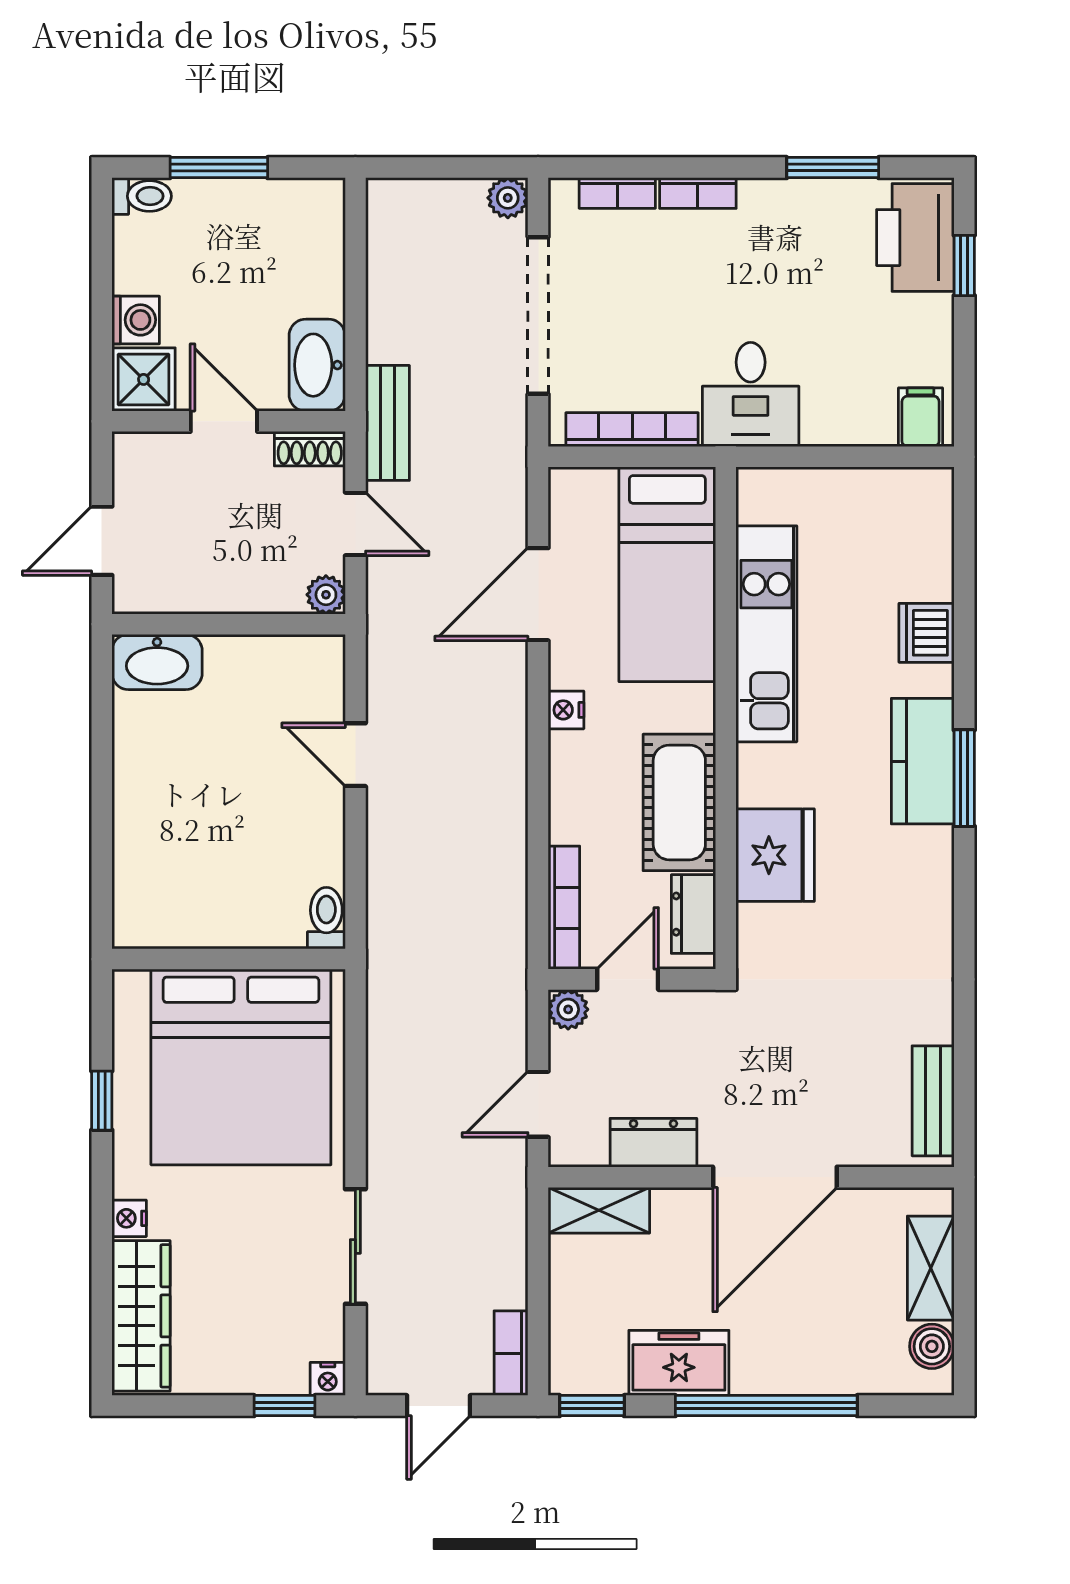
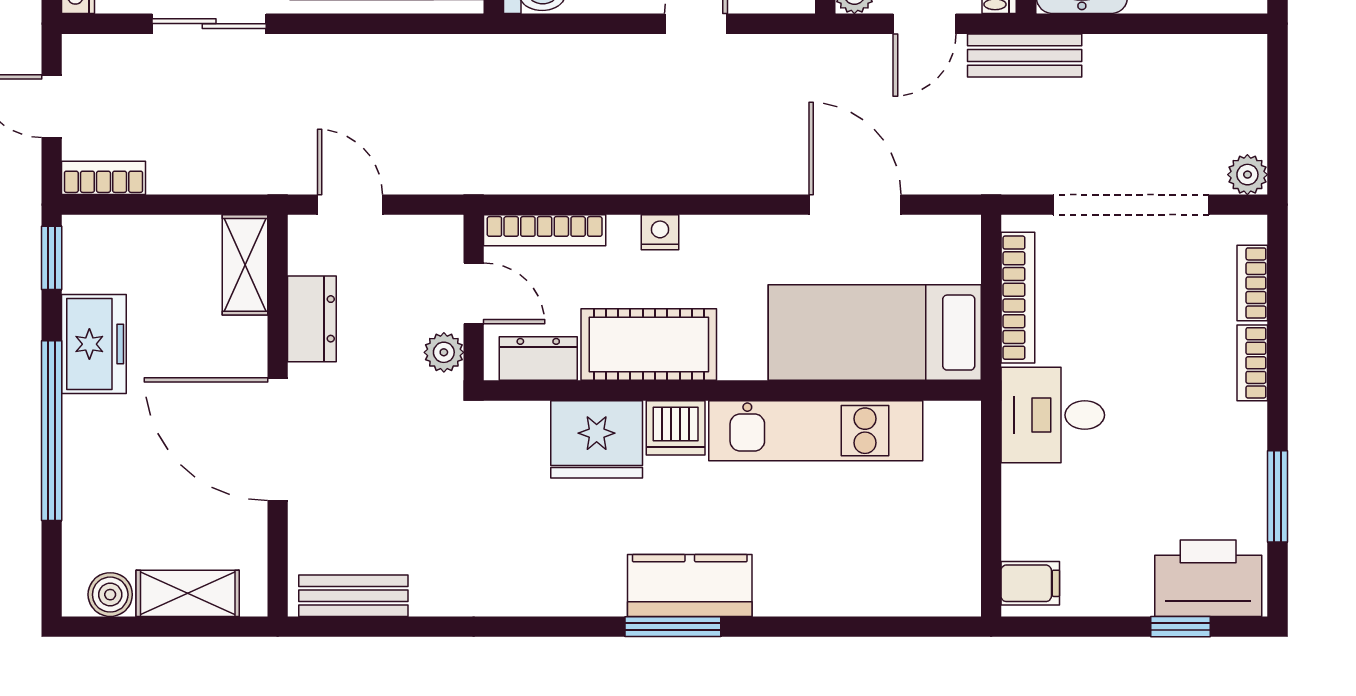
dishwasher: (927, 633) -> (676, 428), moved, turned 180
nightstand: (566, 710) -> (660, 232), moved
plant: (568, 1009) -> (444, 352), moved

